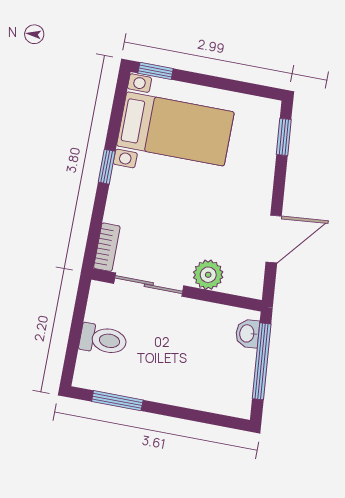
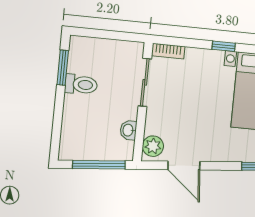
plant: (208, 275) -> (153, 146), moved
washbasin: (247, 334) -> (128, 130), moved, turned -85
toilet: (103, 340) -> (81, 84), moved, turned -90

